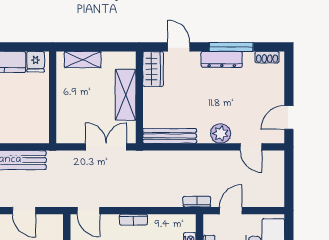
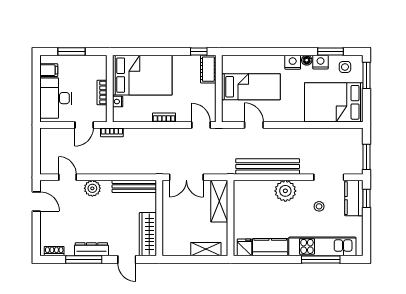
wardrobe: (153, 69) -> (148, 234), width x1.50
shelving: (126, 95) -> (219, 201), moved
door: (289, 117) -> (36, 201), hinge flipped

